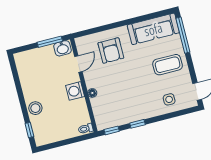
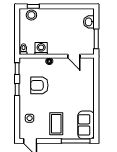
sofa: (153, 29) -> (86, 125), width x0.73
washbasin: (62, 48) -> (89, 22), moved
armchair: (111, 50) -> (39, 85), moved
washing machine: (75, 91) -> (41, 49), moved
stool: (35, 108) -> (31, 15), moved

